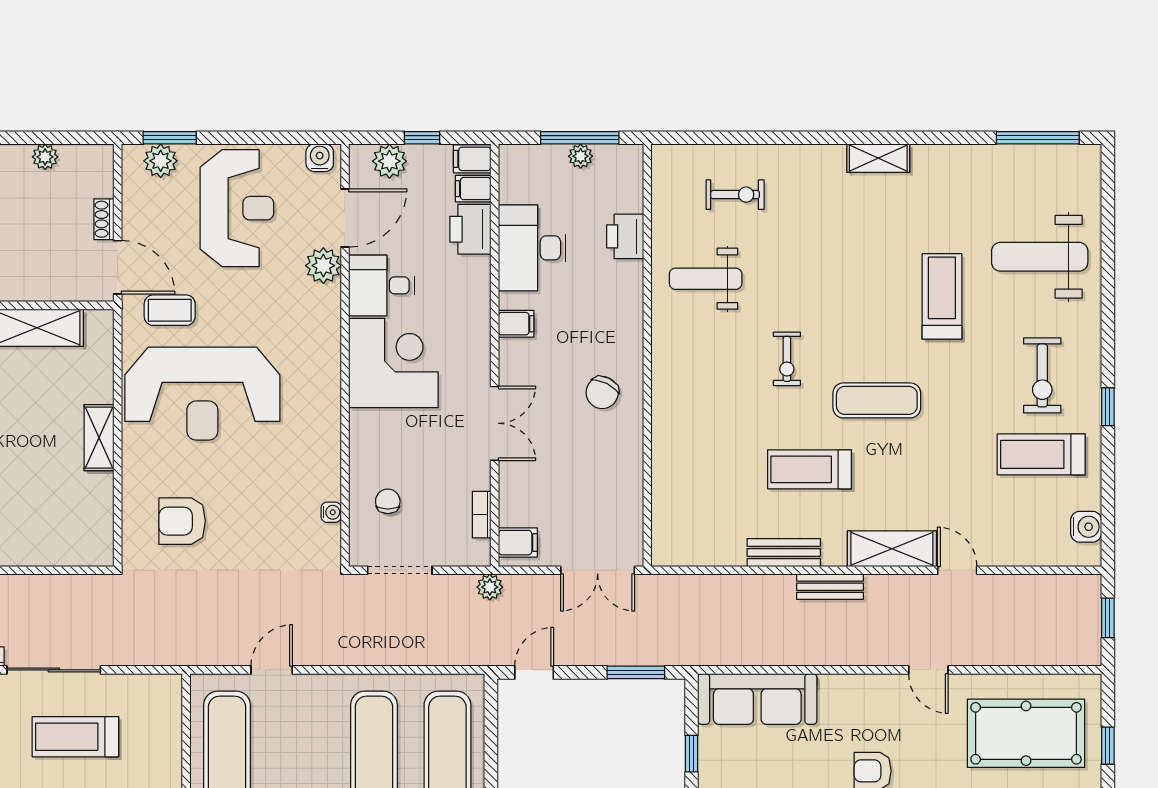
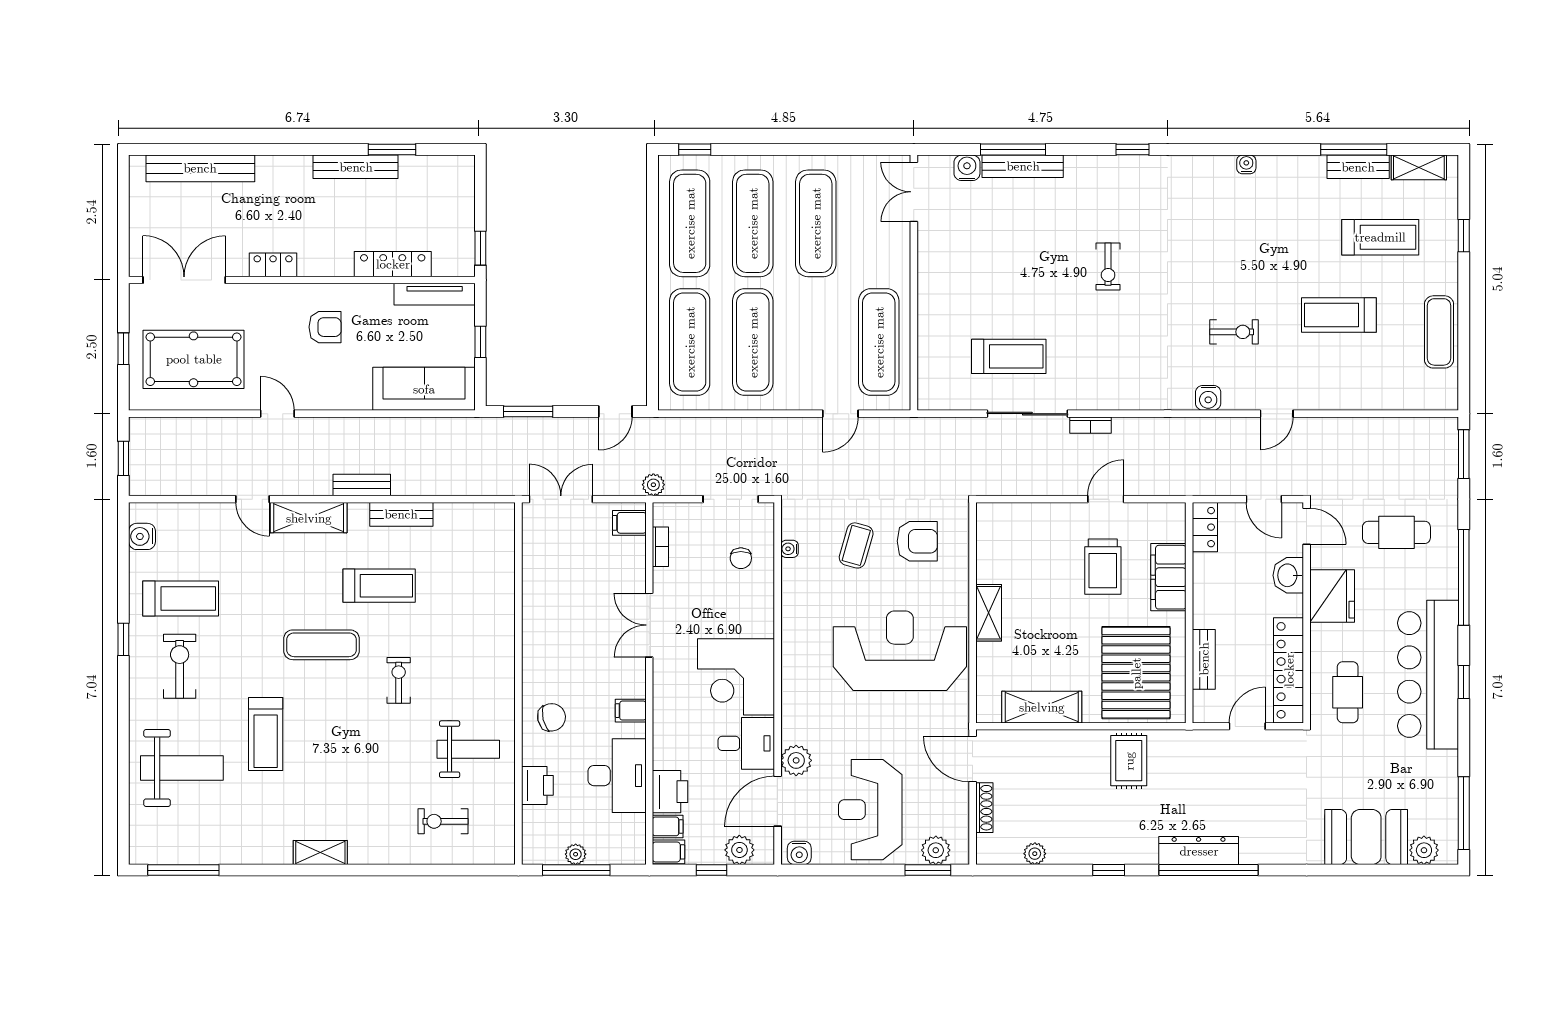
shoe rack: (104, 219) -> (984, 808), width x1.43
coffee table: (170, 310) -> (856, 545), moved, turned -74
chair: (602, 393) -> (552, 717), moved, turned 50

